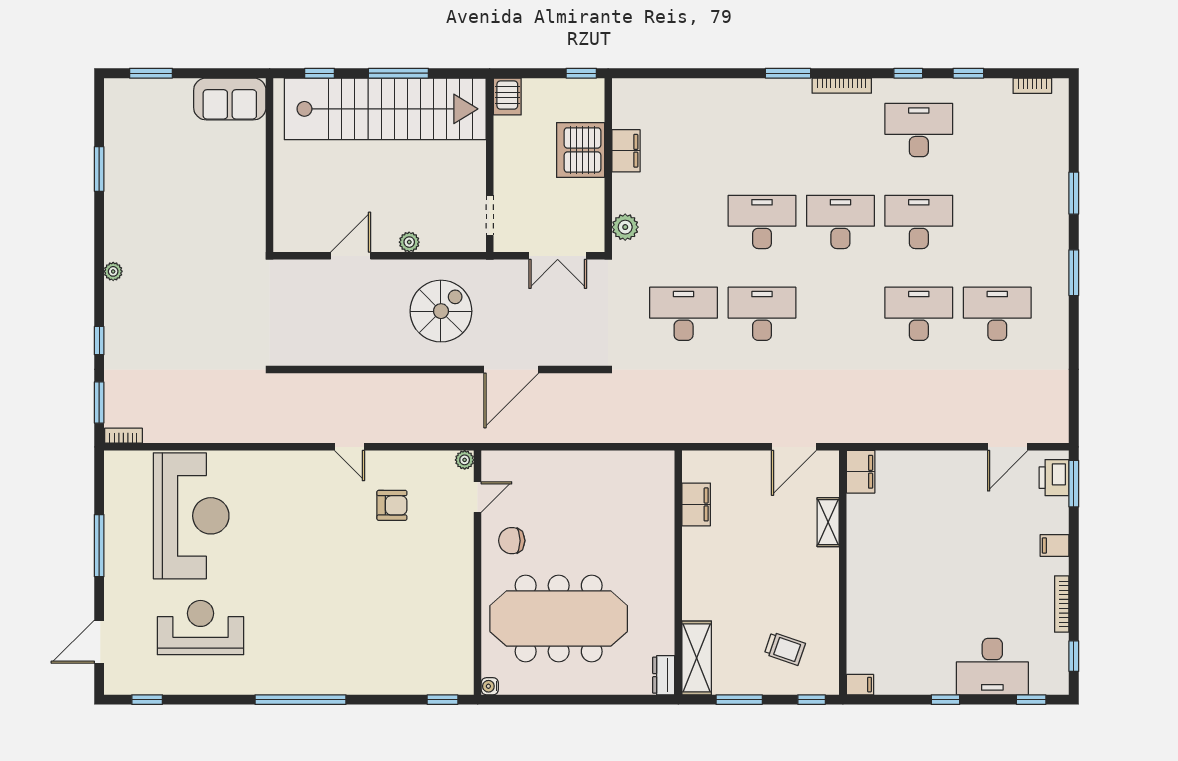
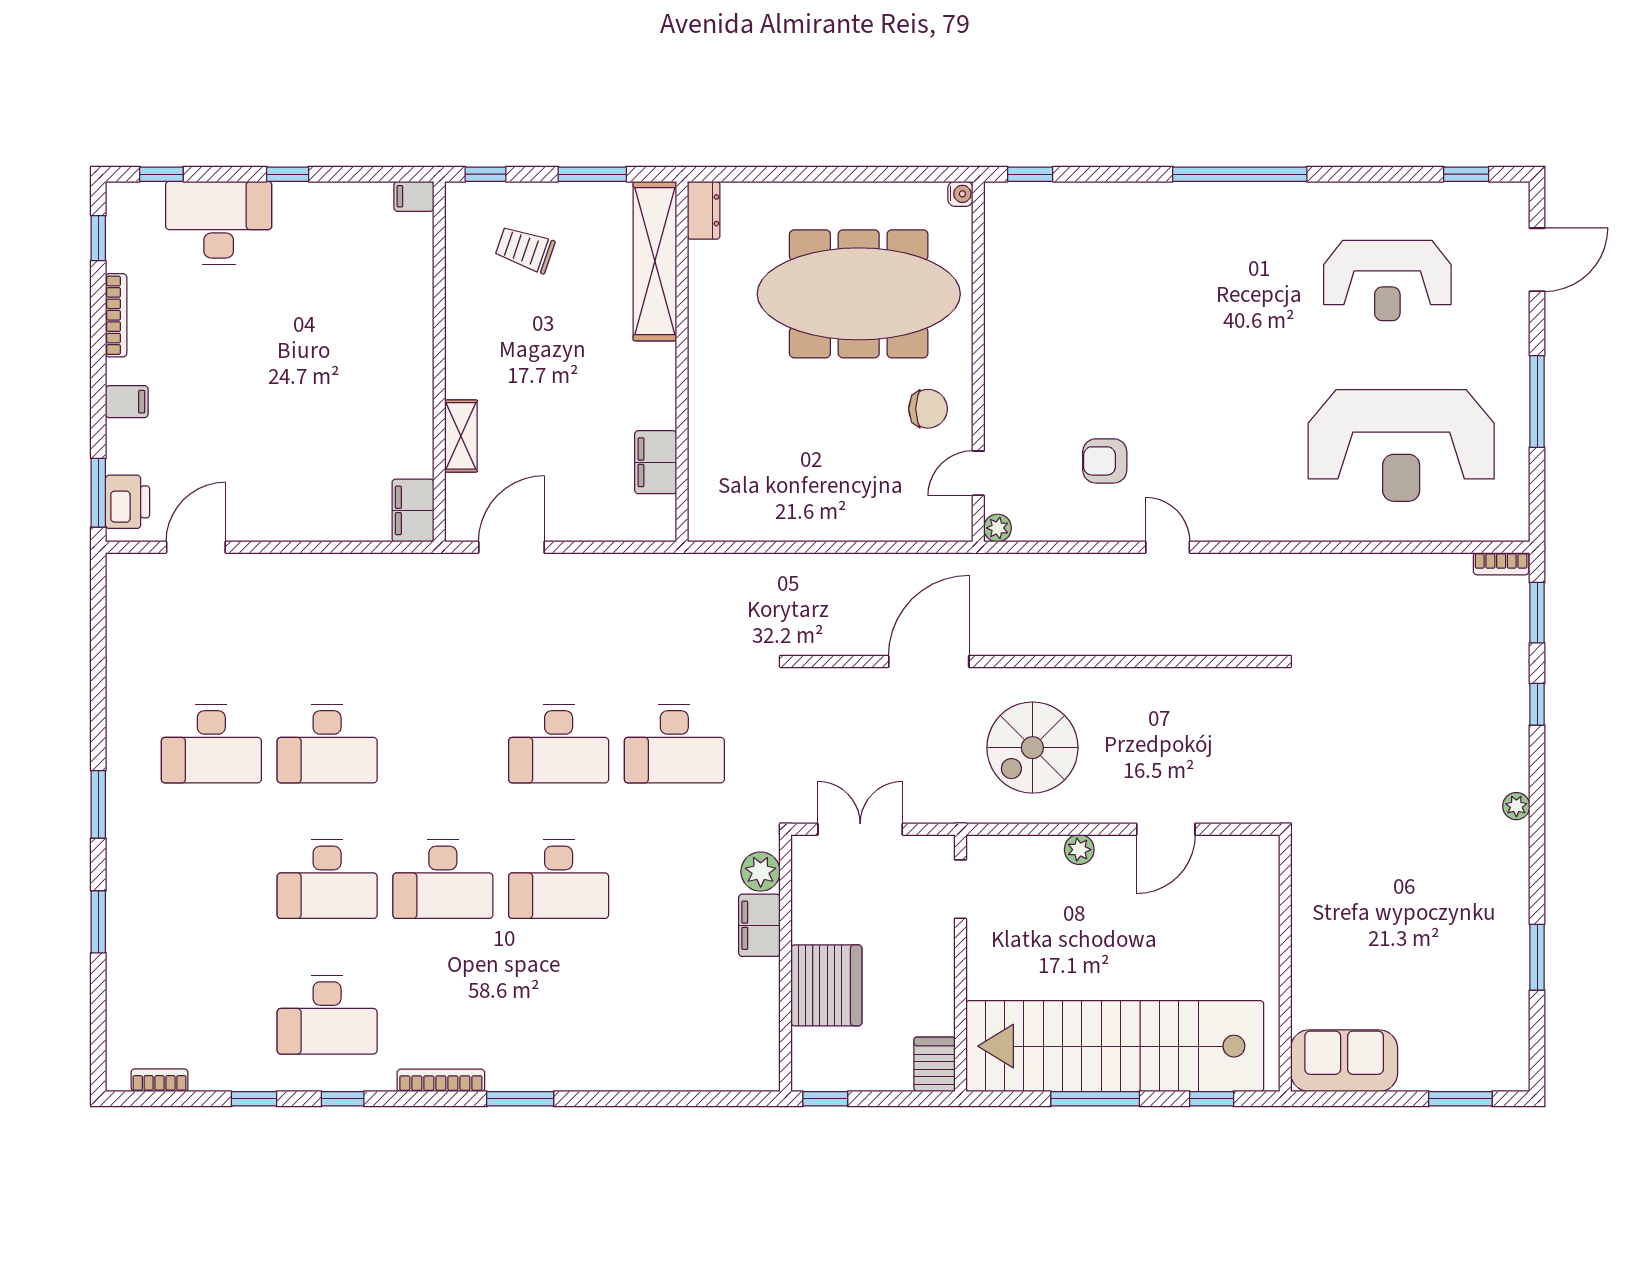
filing cabinet: (626, 151) -> (759, 925), moved
reception desk: (191, 516) -> (1401, 445), turned -90
shelving: (697, 658) -> (655, 261), width x1.47

